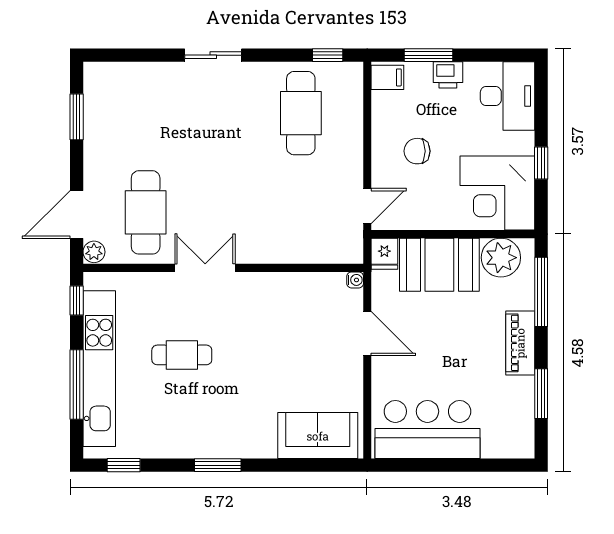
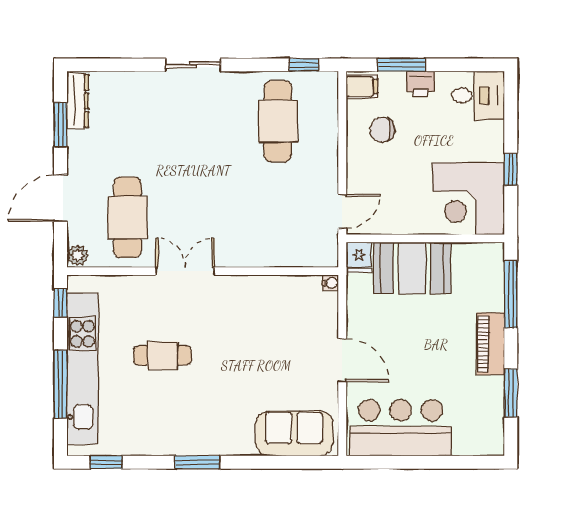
dresser: (94, 92) -> (78, 101), added
desk: (508, 96) -> (478, 95), width x0.73
chair: (417, 151) -> (382, 130), moved
door: (77, 214) -> (61, 198), moved
plant: (501, 258) -> (472, 261), removed
door: (367, 333) -> (342, 360), moved

